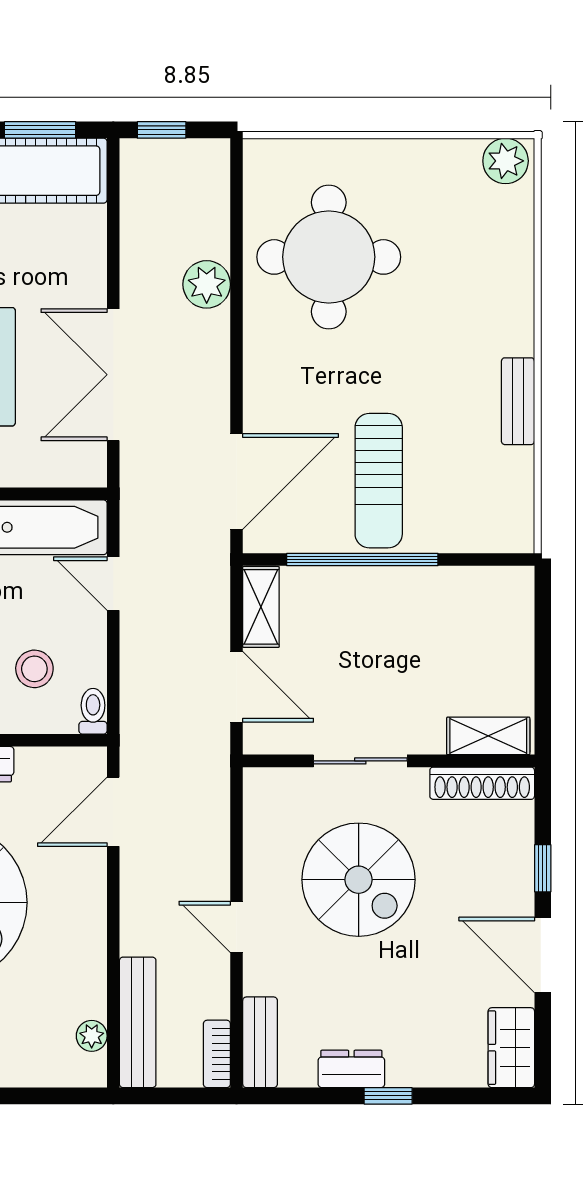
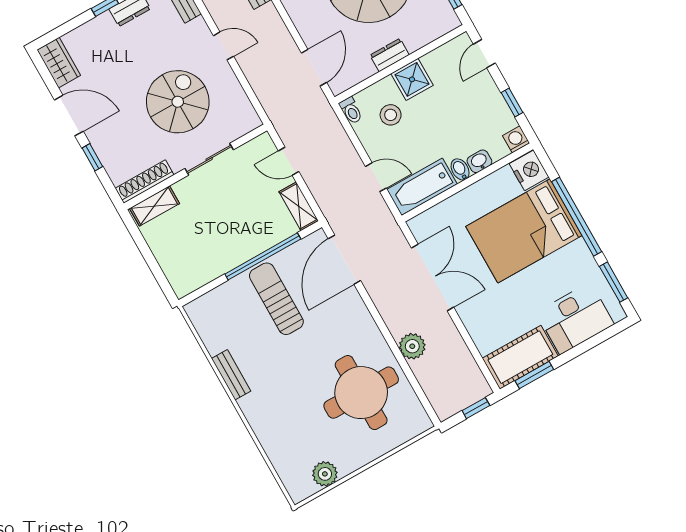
plant: (506, 161) -> (325, 474), moved
door: (237, 687) -> (289, 161), width x0.73
spiral stairs: (359, 880) -> (178, 102), turned 90

